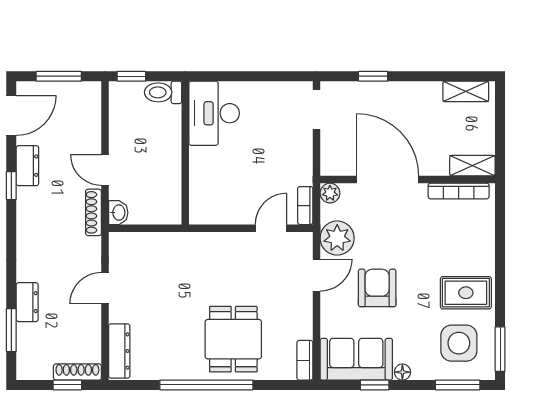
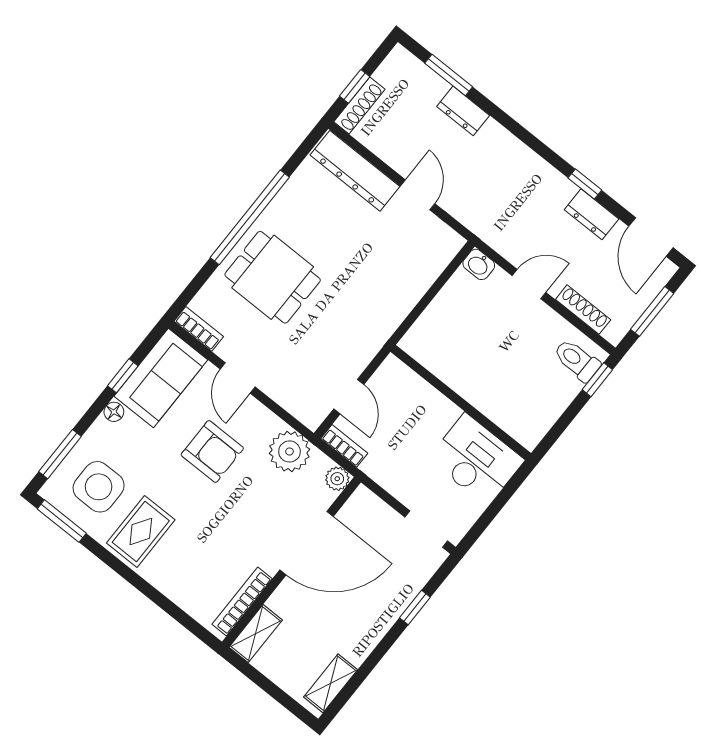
toilet: (163, 92) -> (577, 360), moved, turned -90
desk: (214, 113) -> (476, 460), moved
wall: (185, 153) -> (461, 402), moved
shoe rack: (93, 212) -> (583, 310), moved
door: (316, 275) -> (238, 378), moved
dresser: (119, 351) -> (355, 171), width x1.37, depth x1.24

